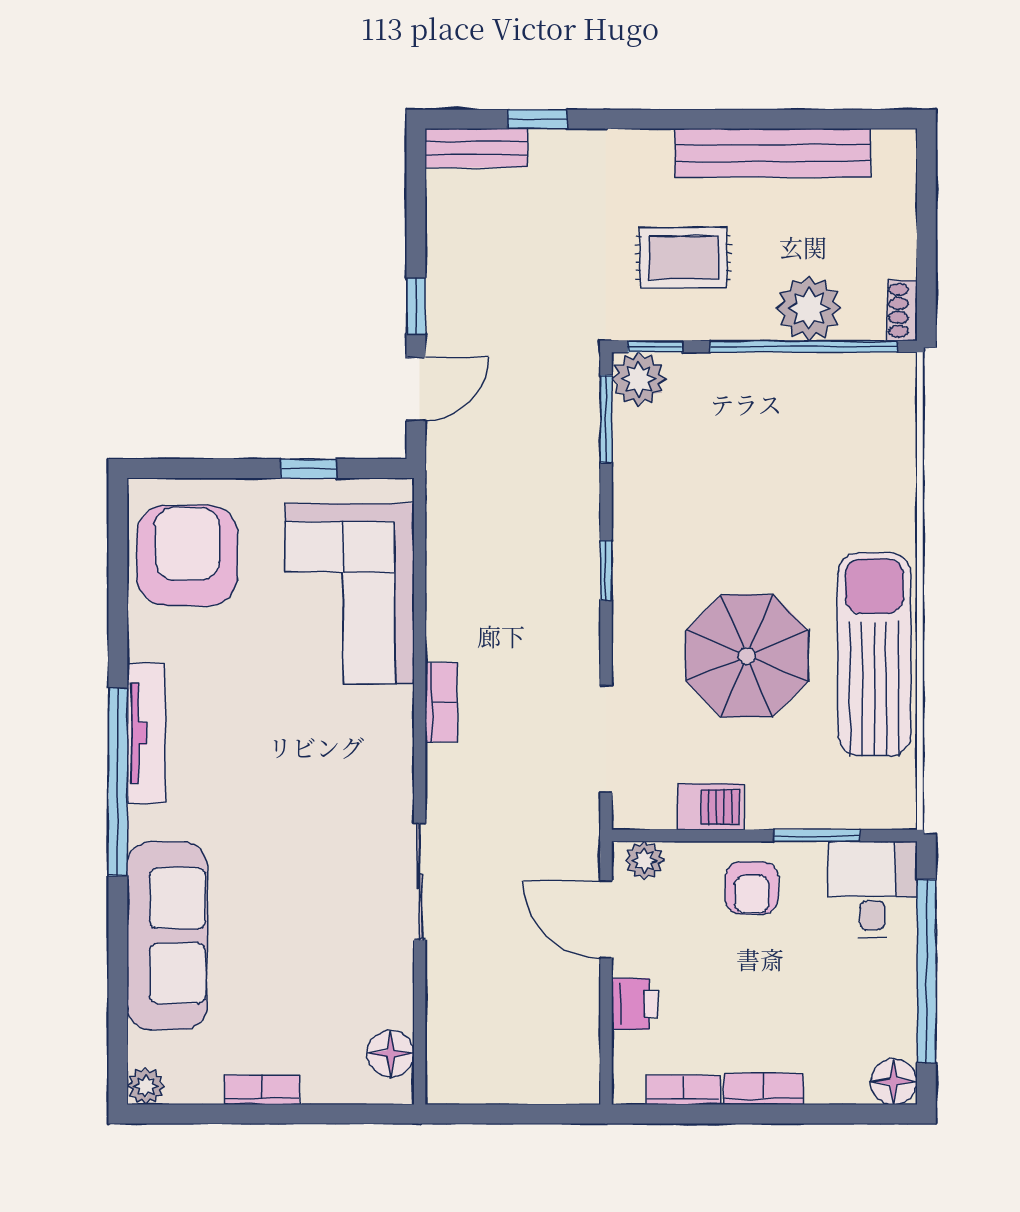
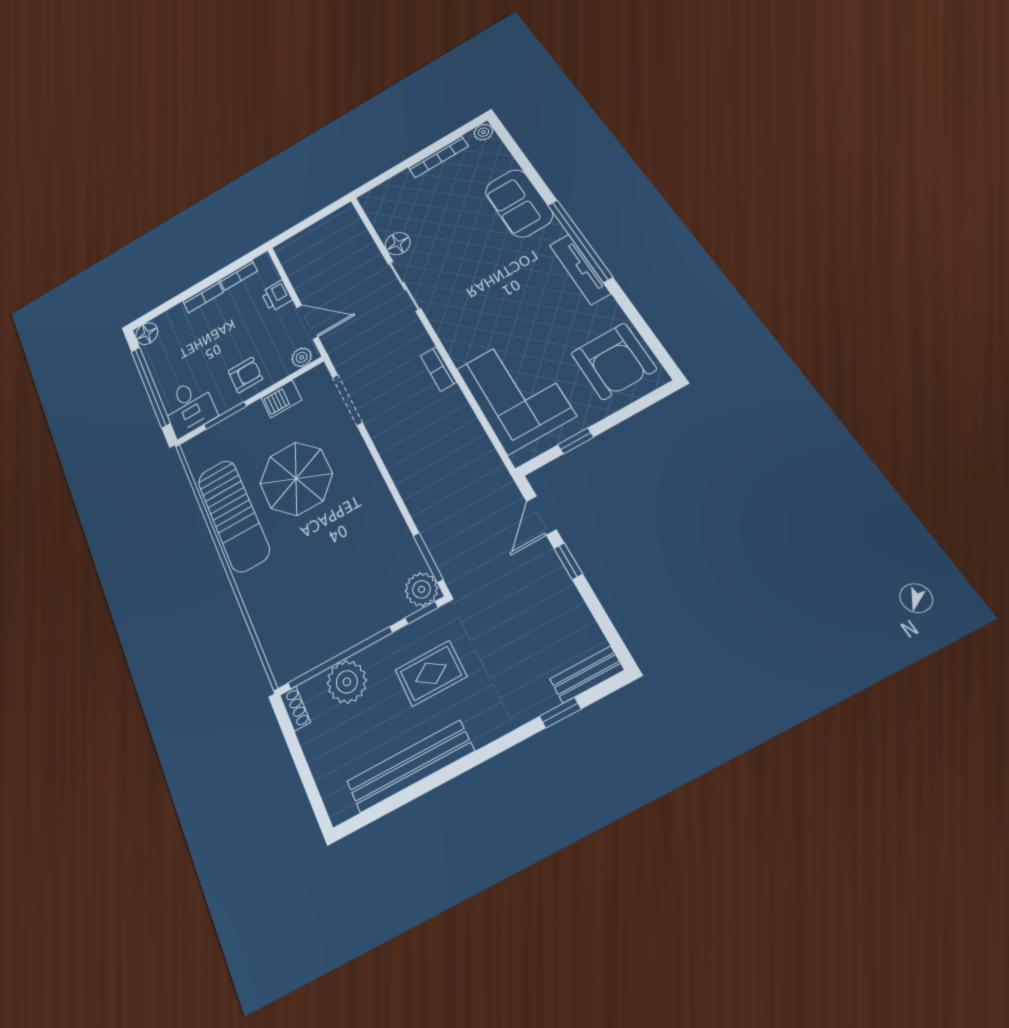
window: (606, 570) -> (388, 479), removed
armchair: (752, 888) -> (245, 375), turned 90
sofa: (167, 936) -> (519, 203), width x0.73
floor lamp: (391, 1054) -> (398, 244), moved
bookcase: (262, 1090) -> (438, 157), width x1.56

